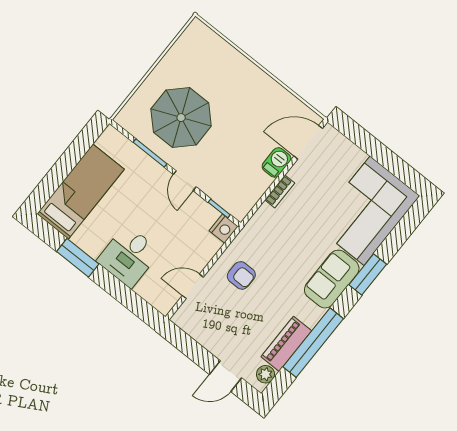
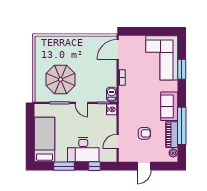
barbecue: (276, 162) -> (112, 94), moved
desk: (129, 256) -> (83, 150), width x1.37
window: (368, 274) -> (182, 69), moved
armchair: (241, 275) -> (144, 133), moved
sofa: (332, 279) -> (169, 106), moved
window: (126, 296) -> (94, 166), added
door: (226, 376) -> (144, 166), moved

